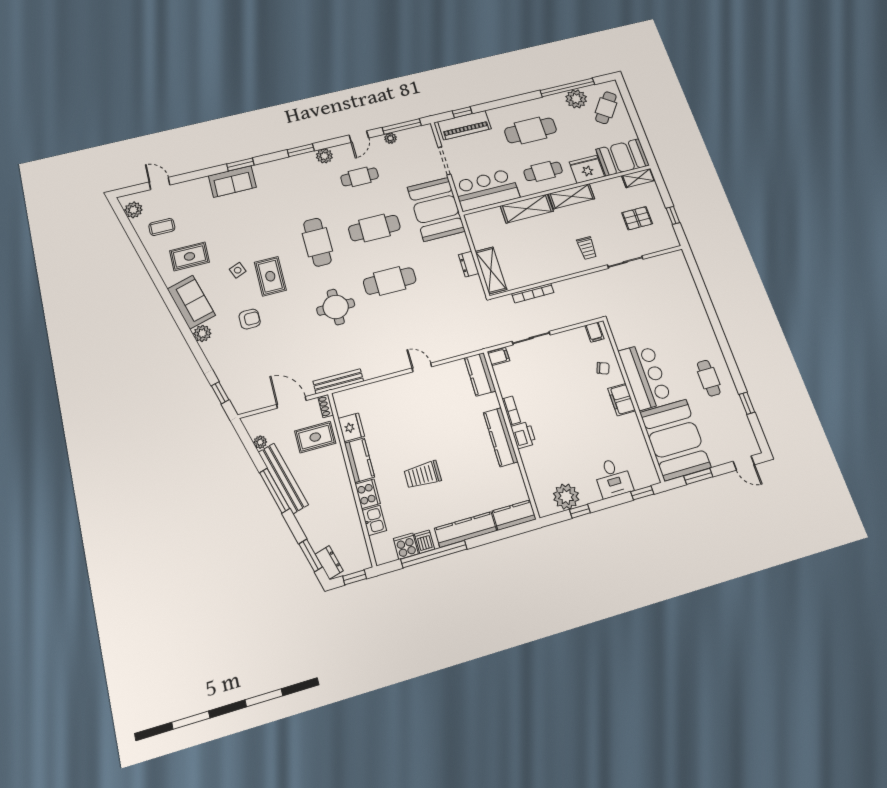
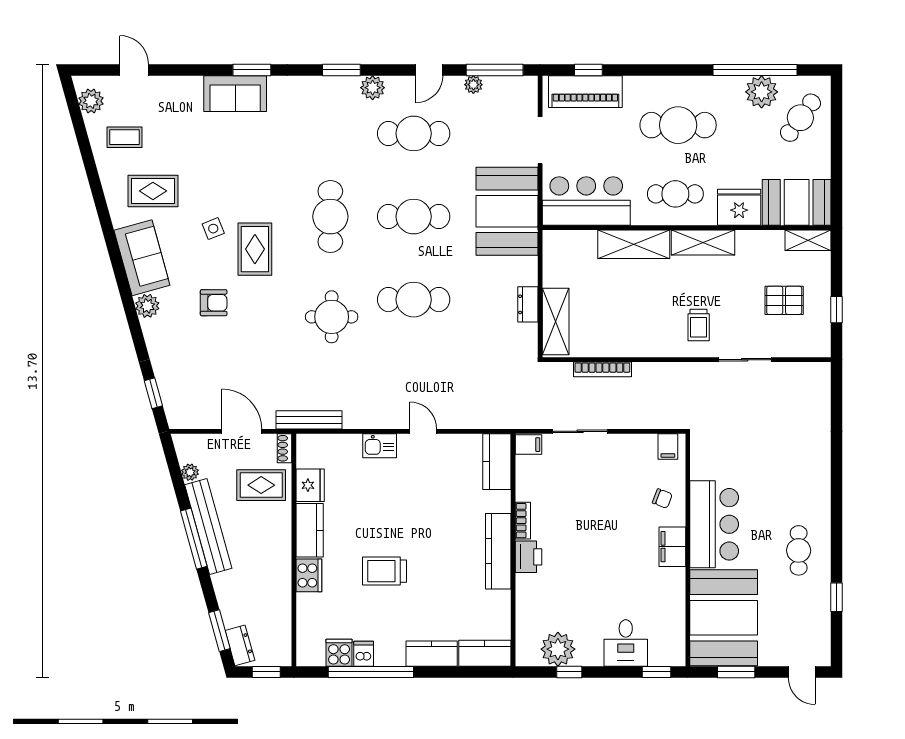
cafe table: (360, 177) -> (414, 133), width x1.37, depth x1.35
kitchen sink: (374, 520) -> (380, 446), moved, turned 90
kitchen counter: (466, 529) -> (432, 654), width x0.67

